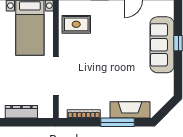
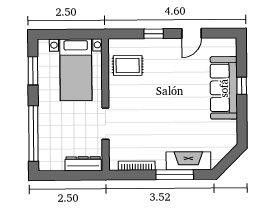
doorway: (56, 76) -> (105, 124), width x0.73
dresser: (21, 112) -> (83, 164), moved

